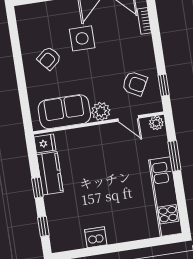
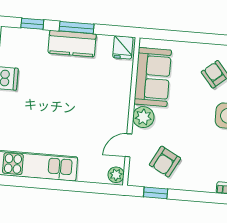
window: (174, 156) -> (75, 186), removed
kitchen counter: (50, 173) -> (72, 44), moved
window: (37, 188) -> (77, 28), width x1.50

